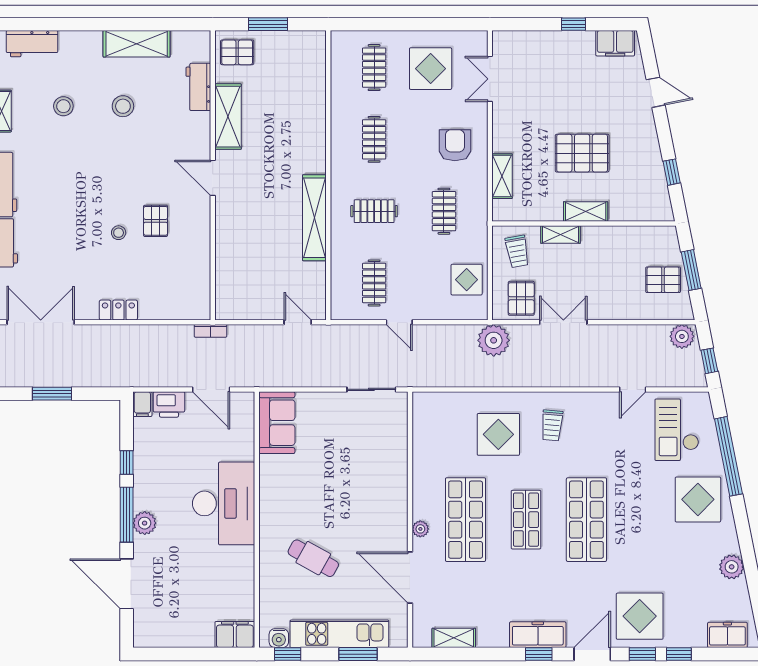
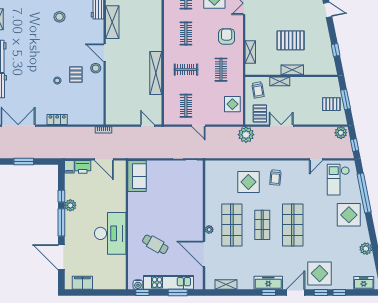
stool: (63, 106) -> (96, 68), moved
desk: (224, 503) -> (110, 233), moved
plant: (145, 523) -> (70, 205), moved
filing cabinet: (235, 634) -> (82, 283), moved

